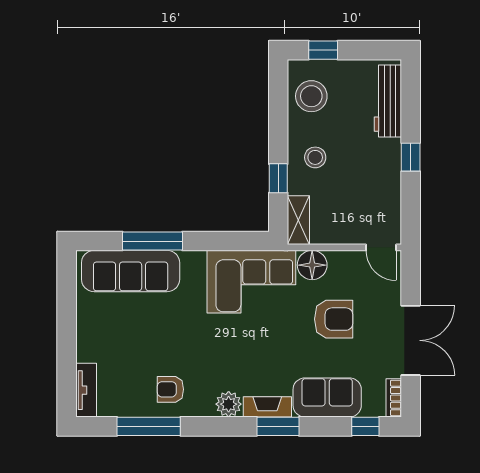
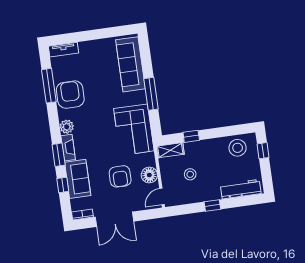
stool: (315, 157) -> (190, 174), moved
window: (152, 241) -> (151, 94), moved
floor lamp: (312, 265) -> (149, 175), moved
armchair: (170, 389) -> (70, 95), width x1.88, depth x1.88
window: (365, 426) -> (63, 185), moved

